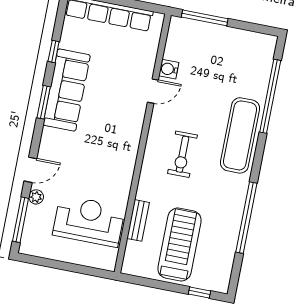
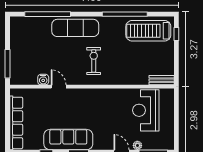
exercise bike: (182, 154) -> (94, 61), turned -90
bench: (138, 220) -> (162, 80), moved
treadmill: (179, 244) -> (148, 31), moved

